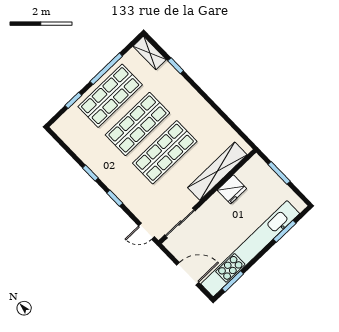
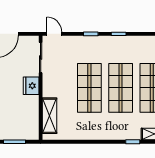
shelving: (217, 171) -> (50, 116), width x0.68
fridge: (232, 189) -> (31, 86), moved
door: (147, 231) -> (54, 34), hinge flipped

